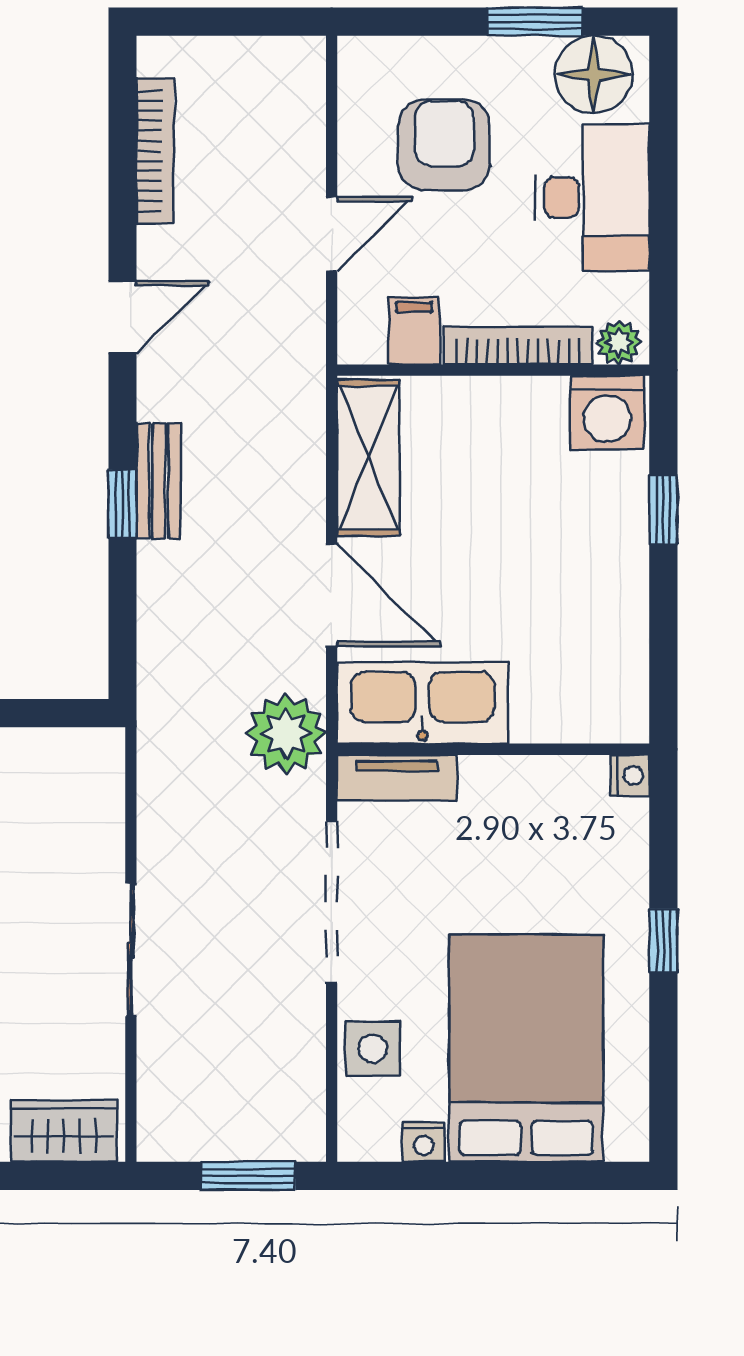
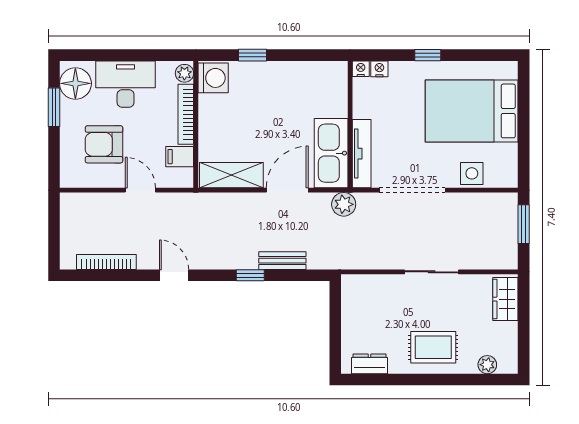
bench: (159, 481) -> (282, 261), moved
plant: (286, 734) -> (344, 204), width x0.73, depth x0.73
tv unit: (397, 778) -> (362, 154), width x1.41
nightstand: (424, 1142) -> (379, 69), moved, turned -90

